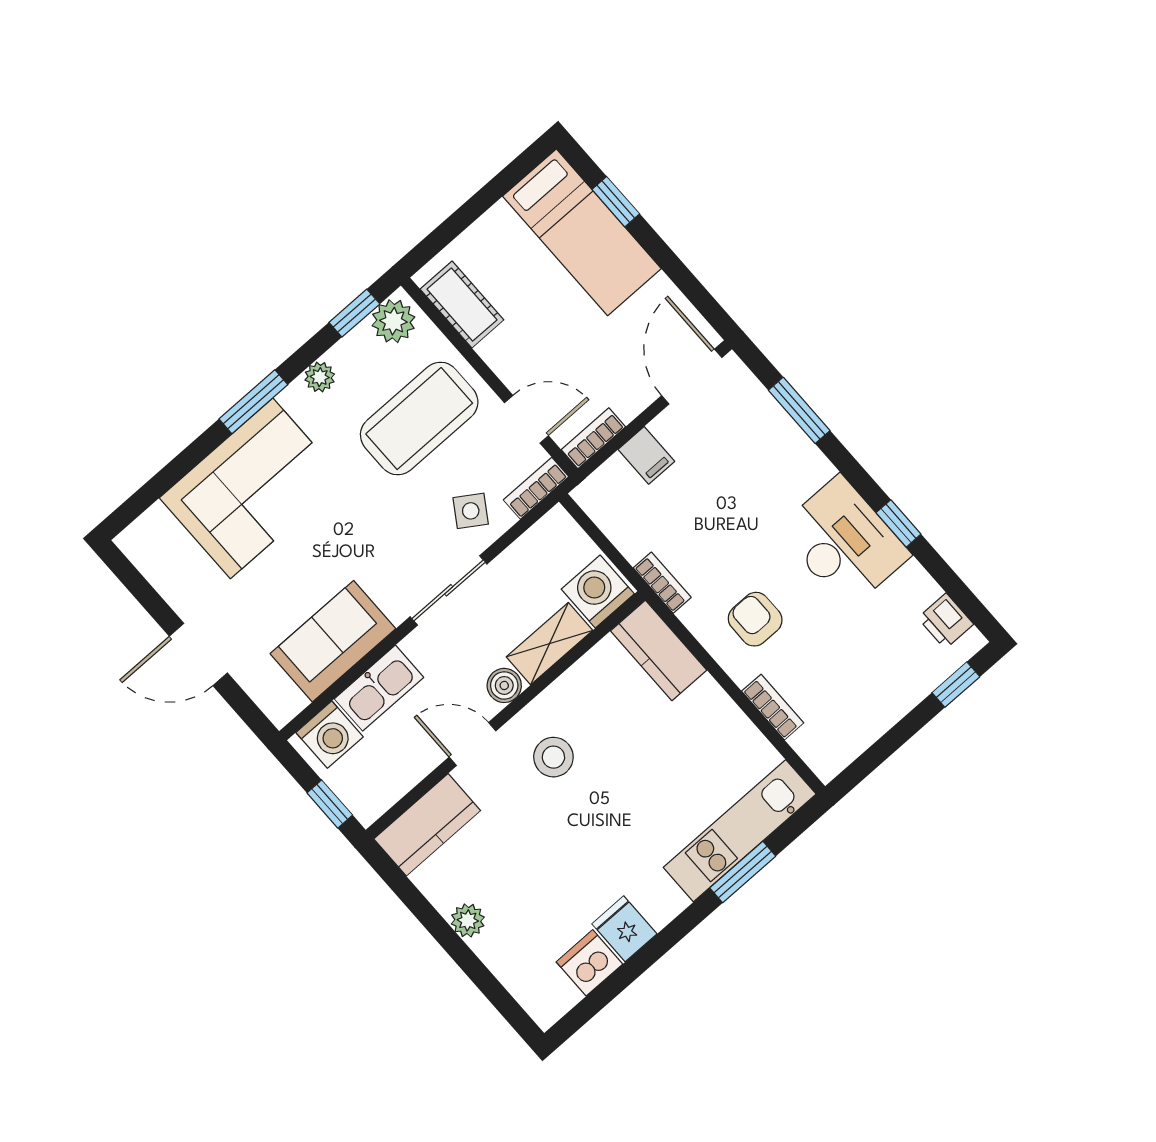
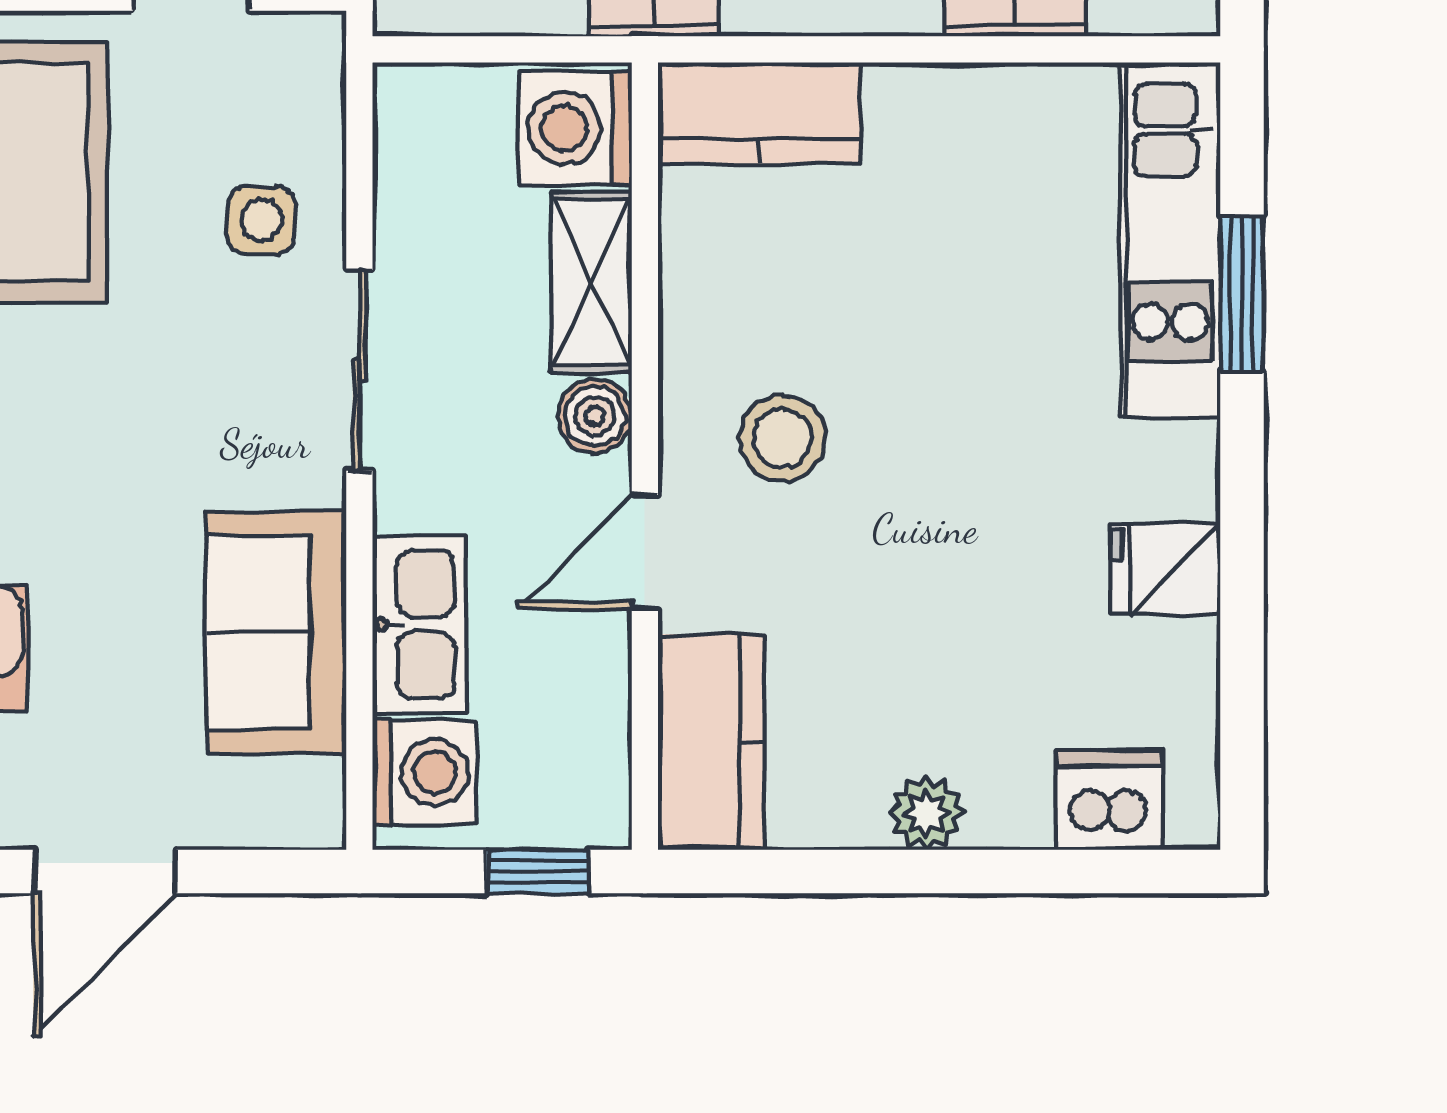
bookcase: (536, 488) -> (318, 81), removed
side table: (471, 511) -> (261, 220), turned -33
dishwasher: (589, 963) -> (1109, 800), moved, turned 90

